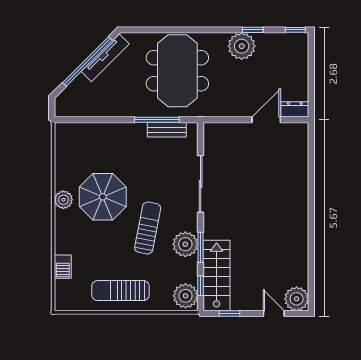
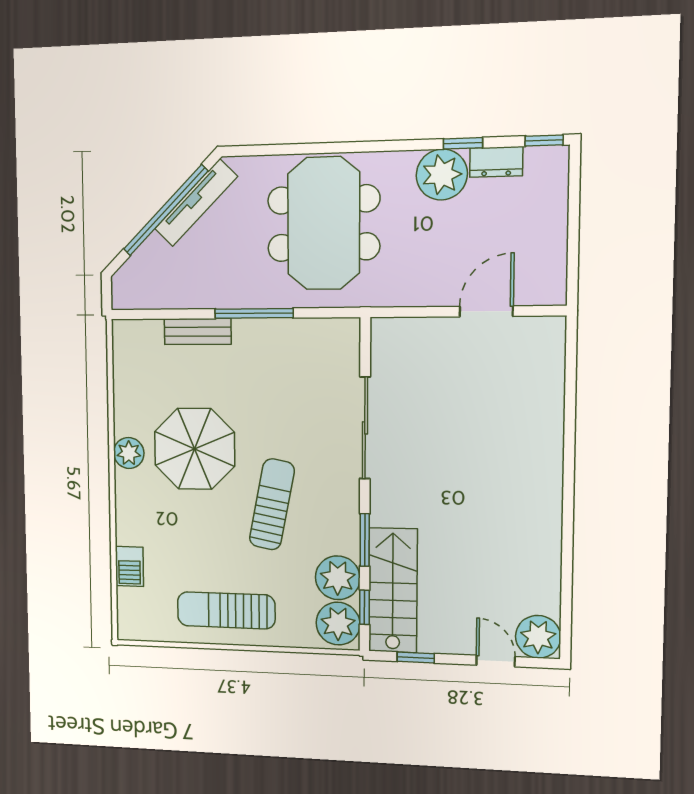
dresser: (295, 109) -> (496, 162), moved, turned 180
window: (157, 120) -> (254, 313), moved
bench: (167, 130) -> (198, 332), moved
plant: (185, 244) -> (338, 578), moved

